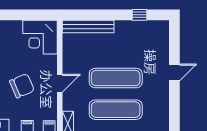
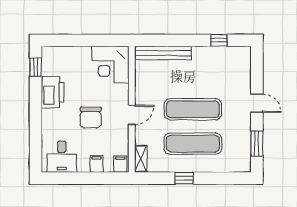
door: (174, 72) -> (257, 103), hinge flipped
chair: (22, 86) -> (91, 118), turned 113
window: (174, 110) -> (257, 144), added

